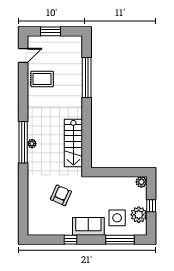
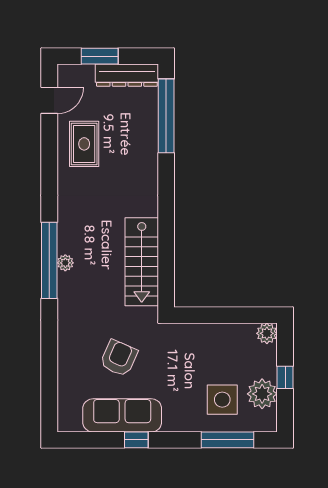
dresser: (65, 42) -> (127, 75), added
window: (87, 77) -> (166, 116), moved
rug: (42, 79) -> (84, 144), turned 90
sofa: (88, 226) -> (122, 415), moved, width x1.36

